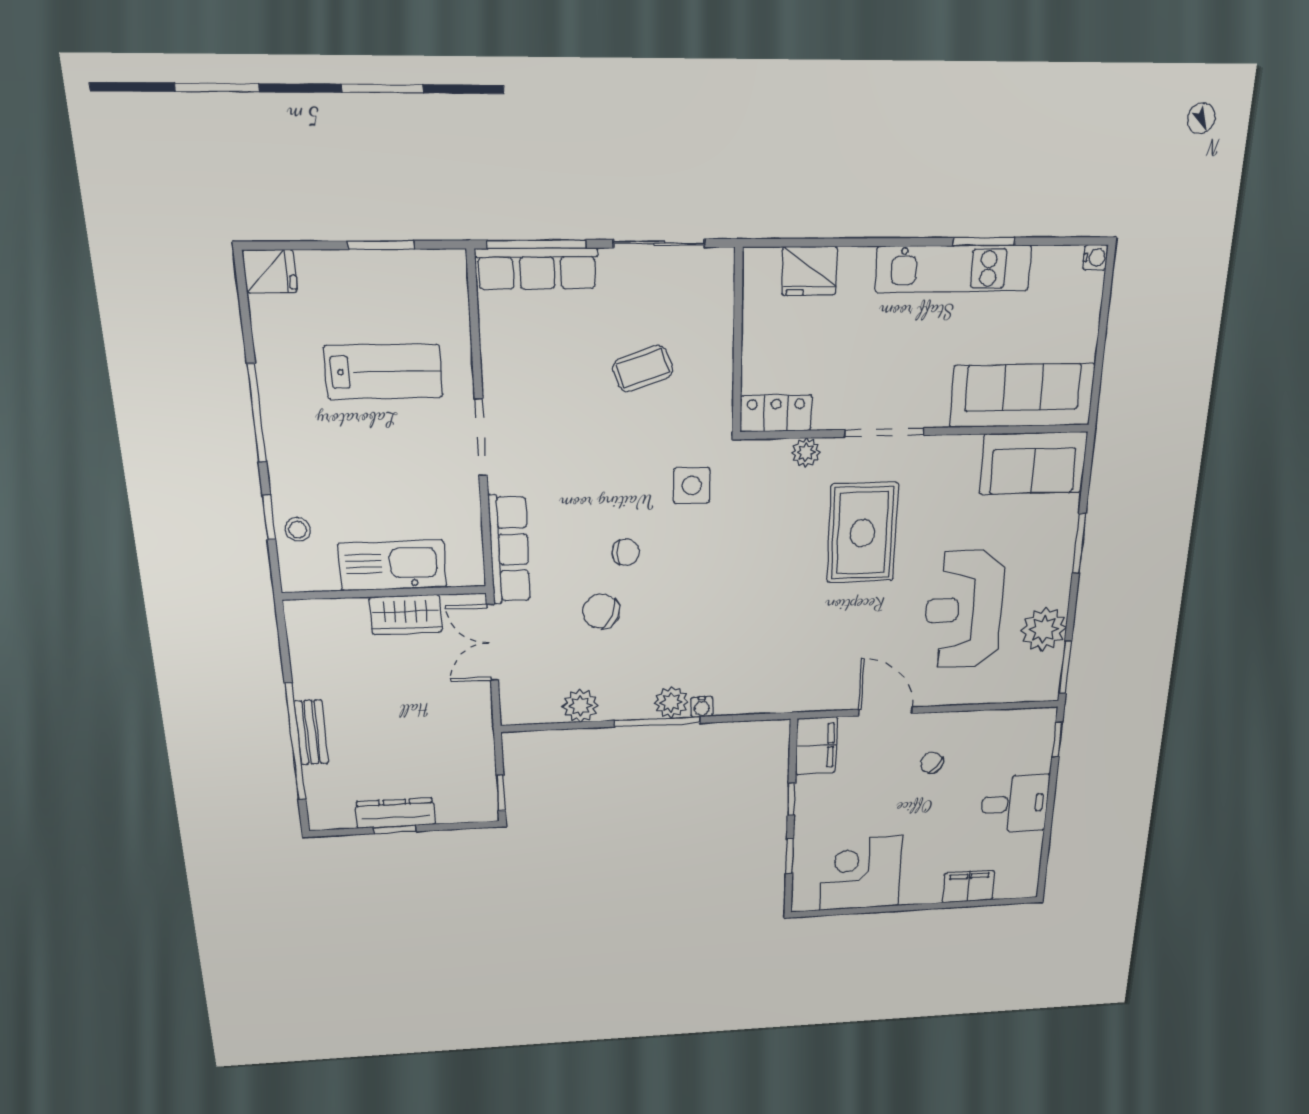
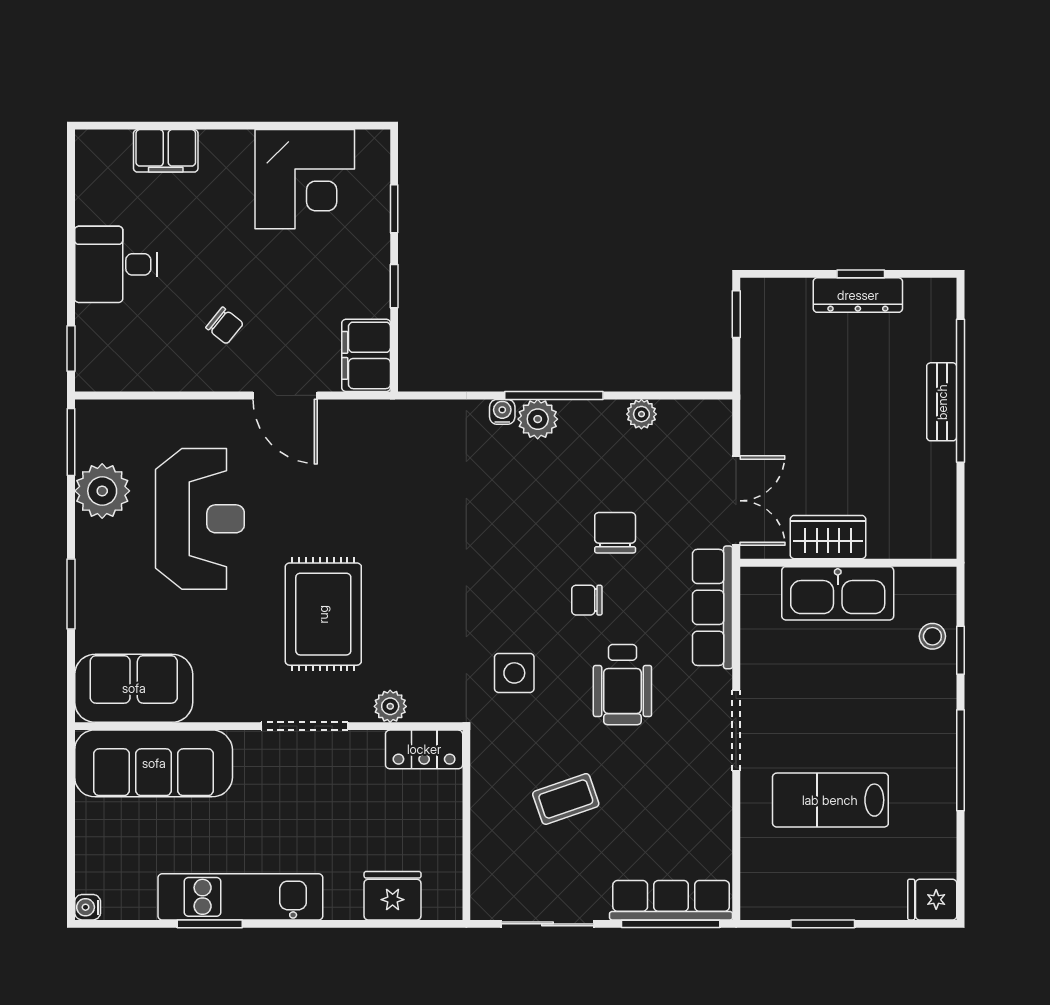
wheelchair: (591, 477) -> (622, 685), added
chair: (601, 611) -> (615, 533), turned -114
plant: (580, 706) -> (641, 414), width x0.73, depth x0.73

